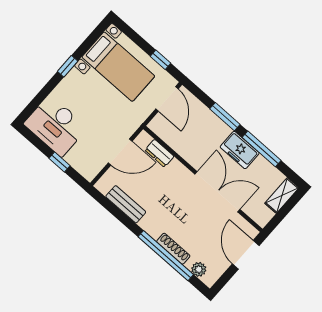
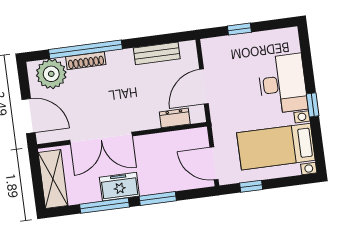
desk: (56, 126) -> (283, 84), moved, turned 90
shelving: (282, 195) -> (53, 179), width x1.50, depth x1.33
plant: (199, 269) -> (51, 74), width x1.88, depth x1.88

